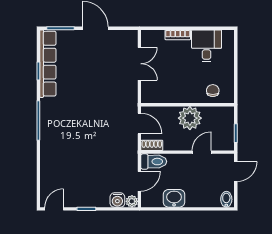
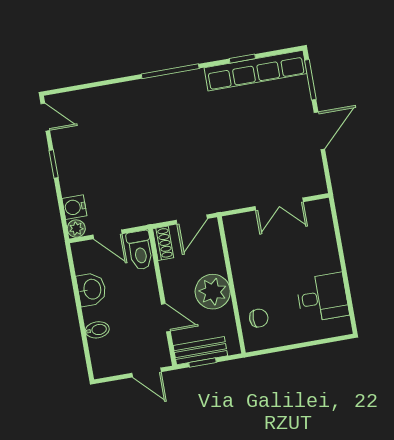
bookcase: (178, 35) -> (331, 253), removed
bench: (228, 133) -> (200, 351), added
bidet: (226, 199) -> (97, 330), moved

